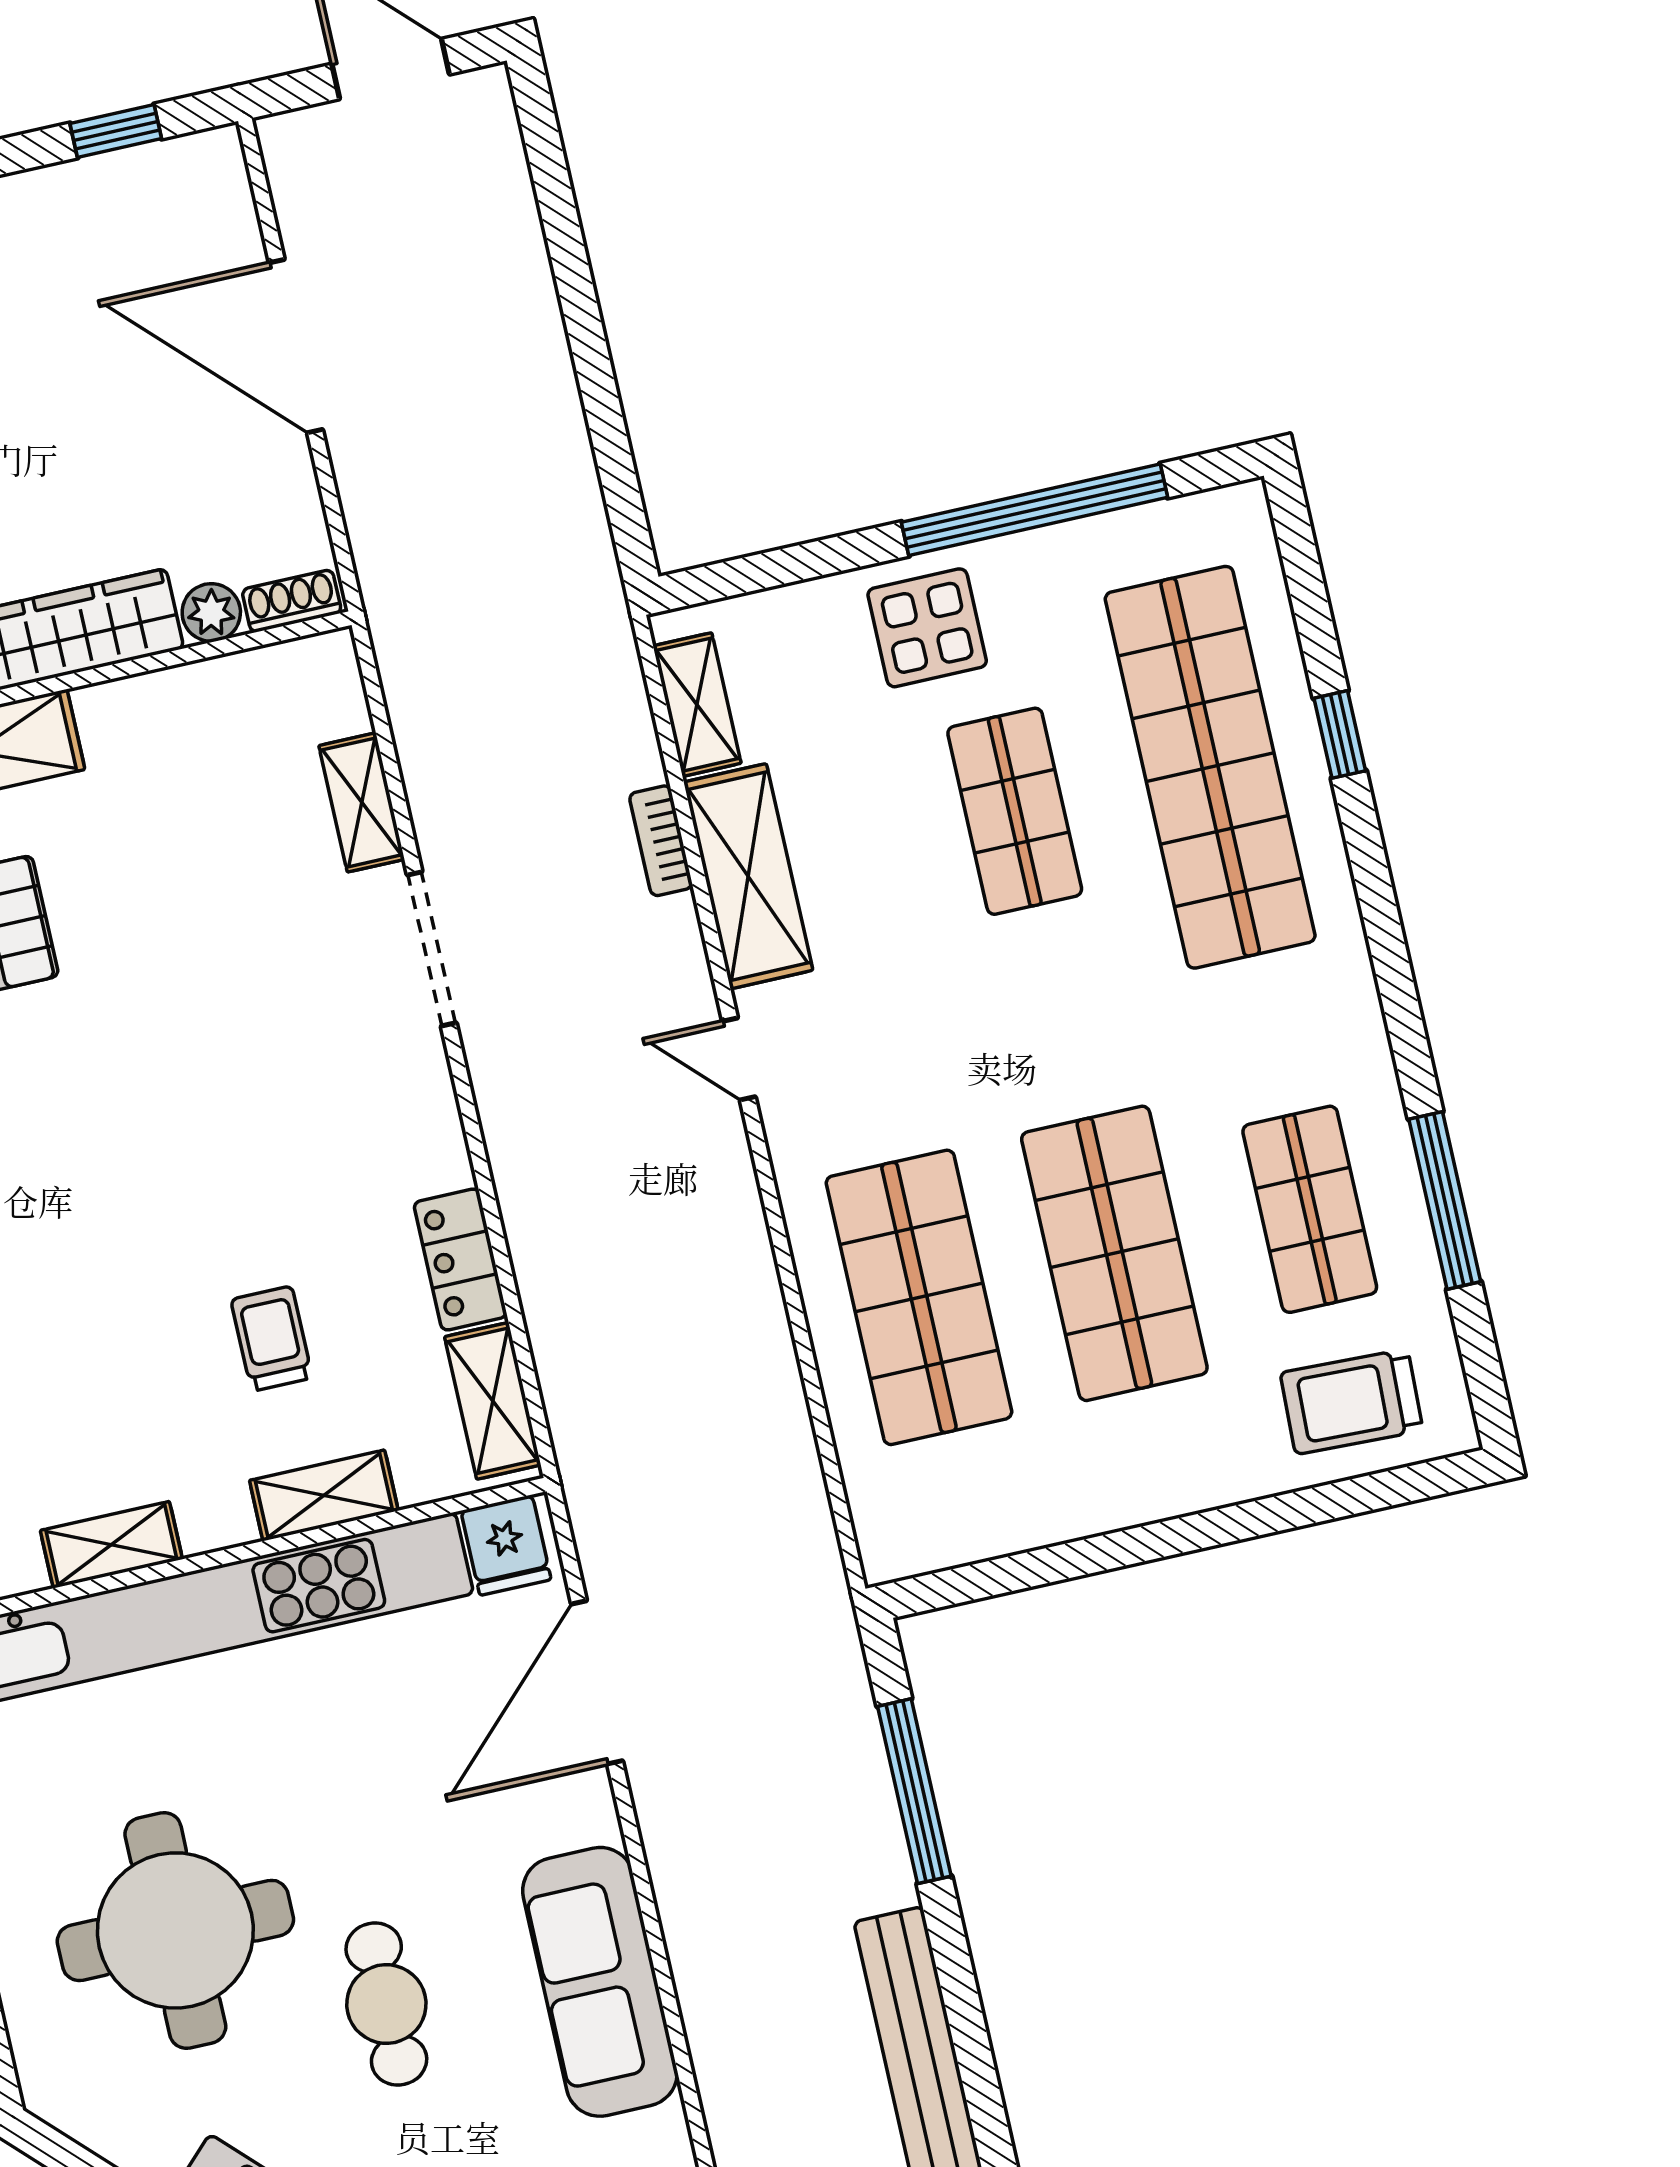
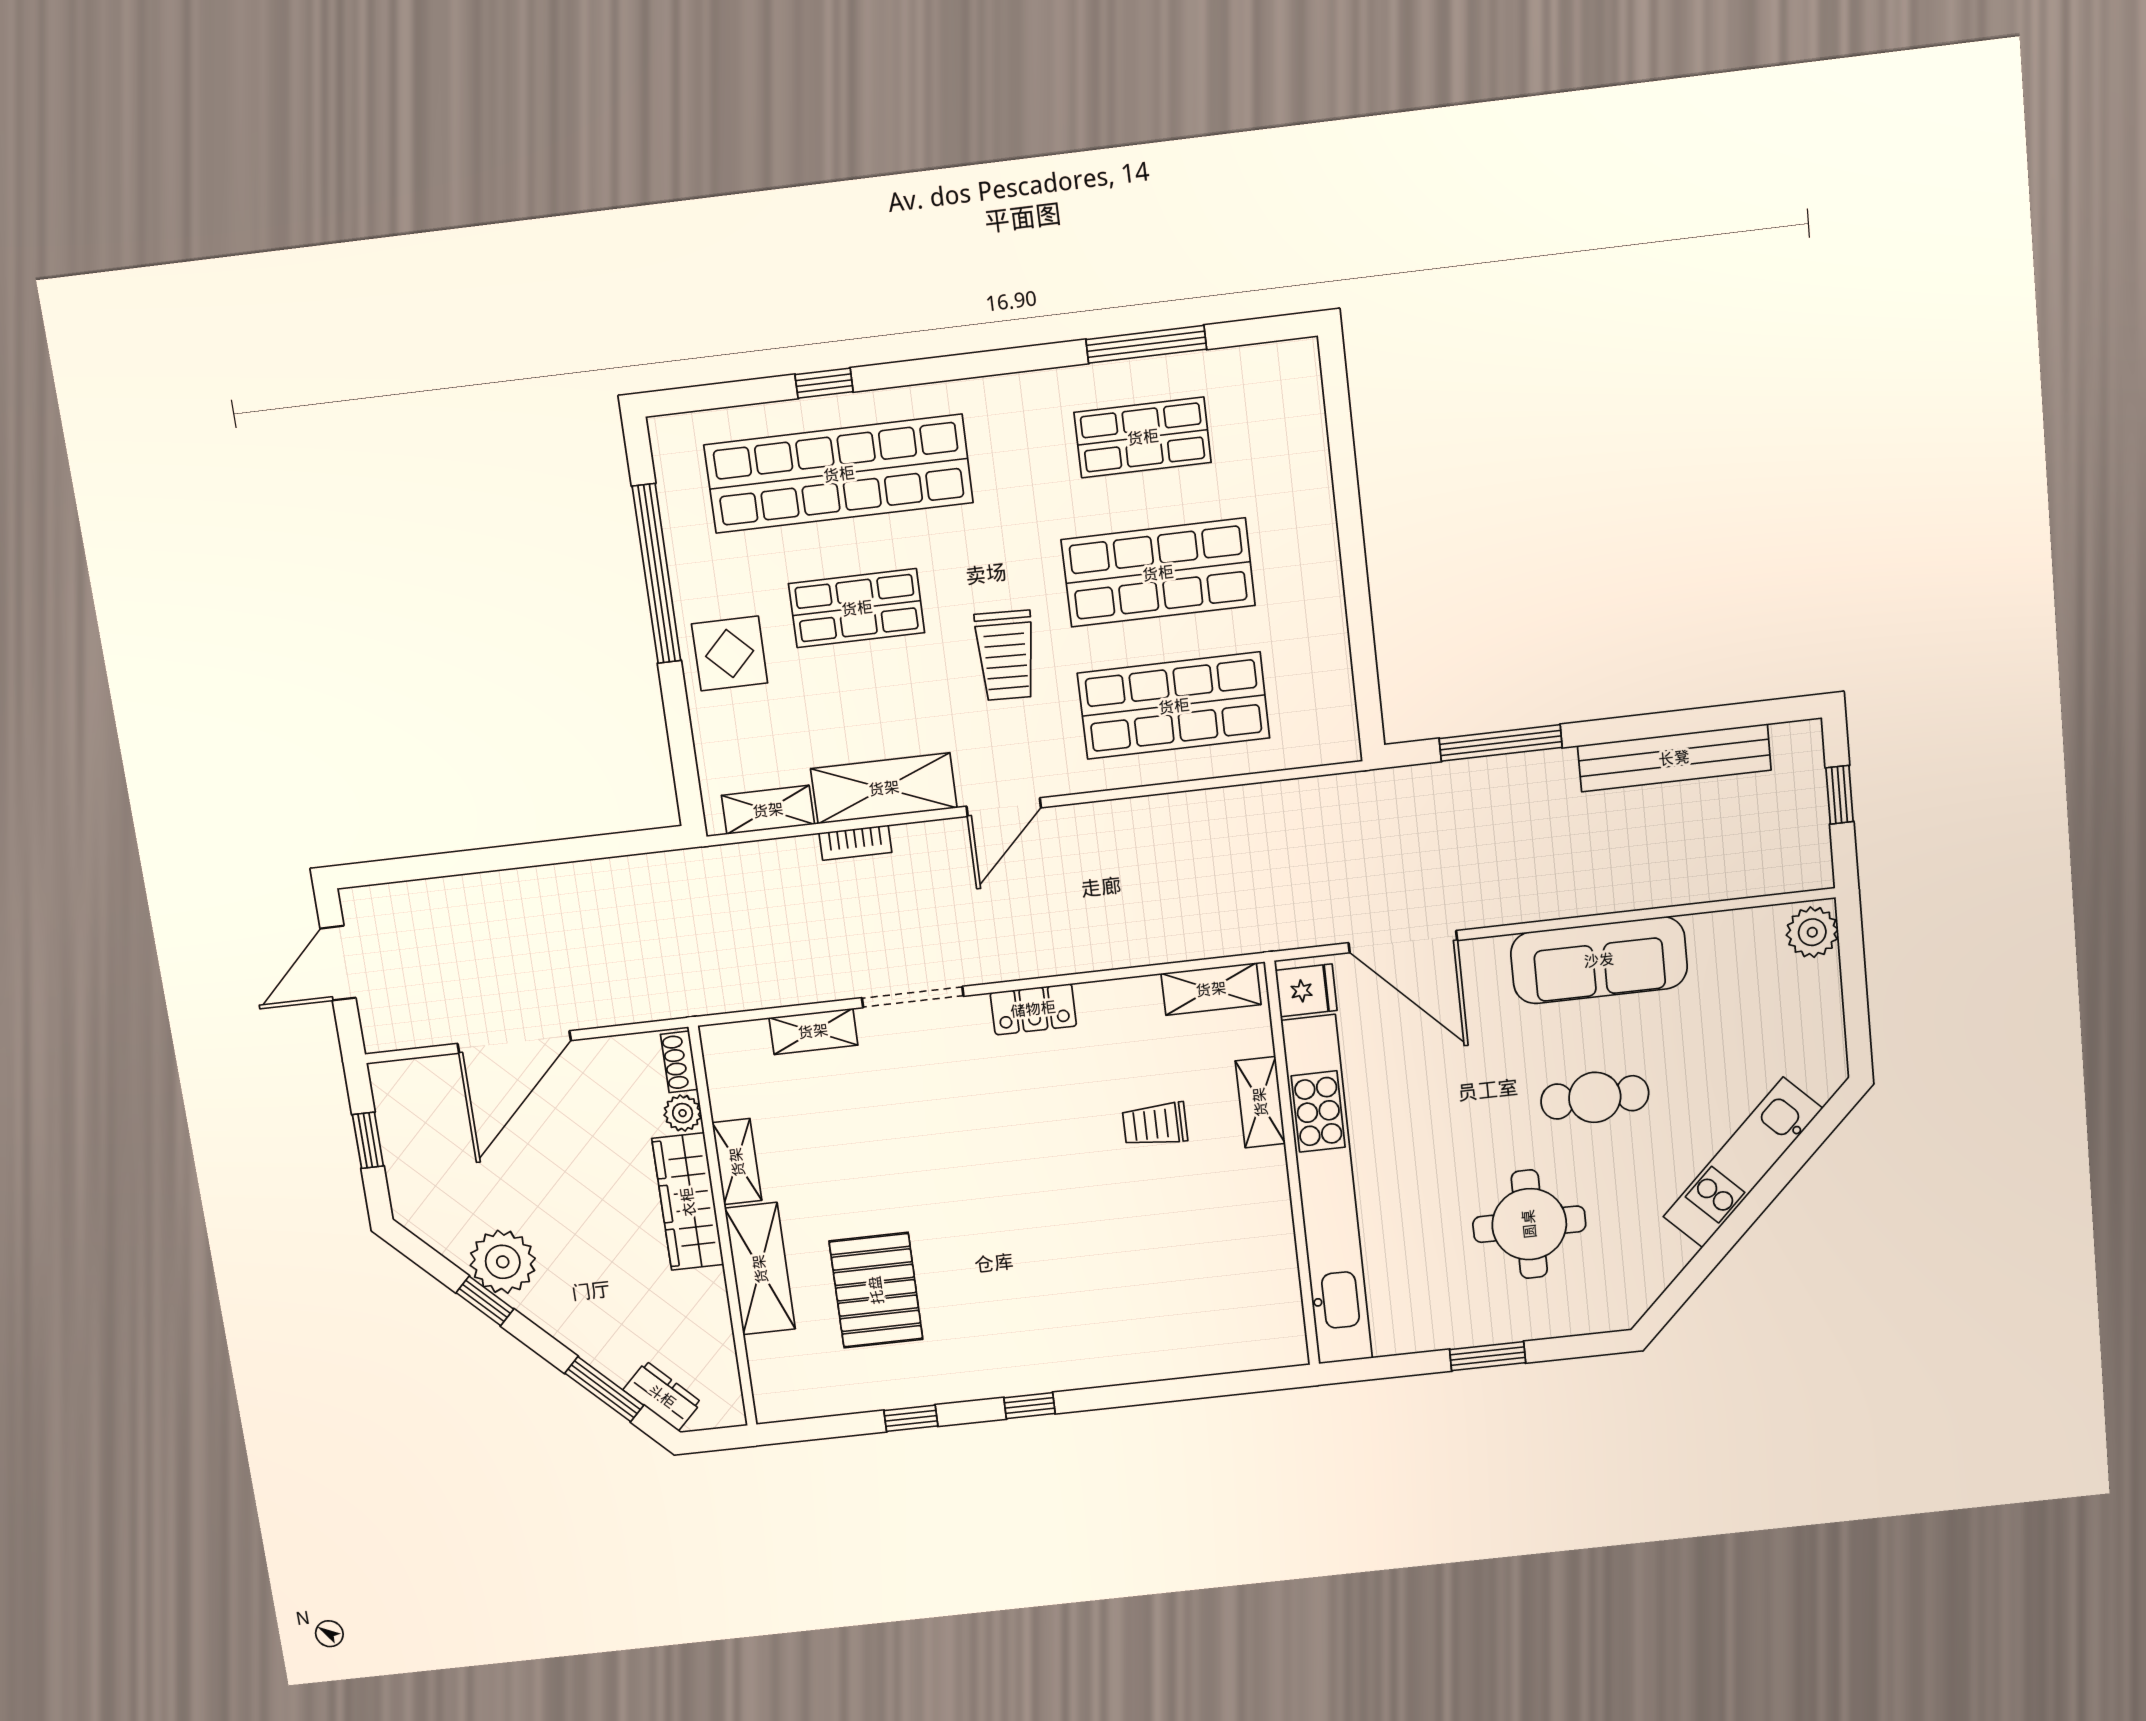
door: (739, 1059) -> (1004, 807), width x1.37
locker: (460, 1260) -> (1033, 1009), moved
trolley: (1352, 1402) -> (1006, 655), moved
shelving: (111, 1545) -> (737, 1162), moved
round table: (175, 1930) -> (1529, 1224), width x0.73, depth x0.73

